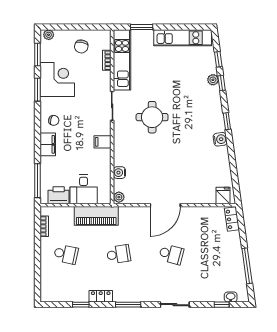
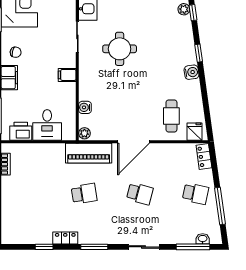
cafe table: (201, 181) -> (171, 116), added
piano: (96, 216) -> (89, 153), moved
school desk: (66, 254) -> (195, 194), moved
window: (222, 305) -> (193, 247), width x2.17

